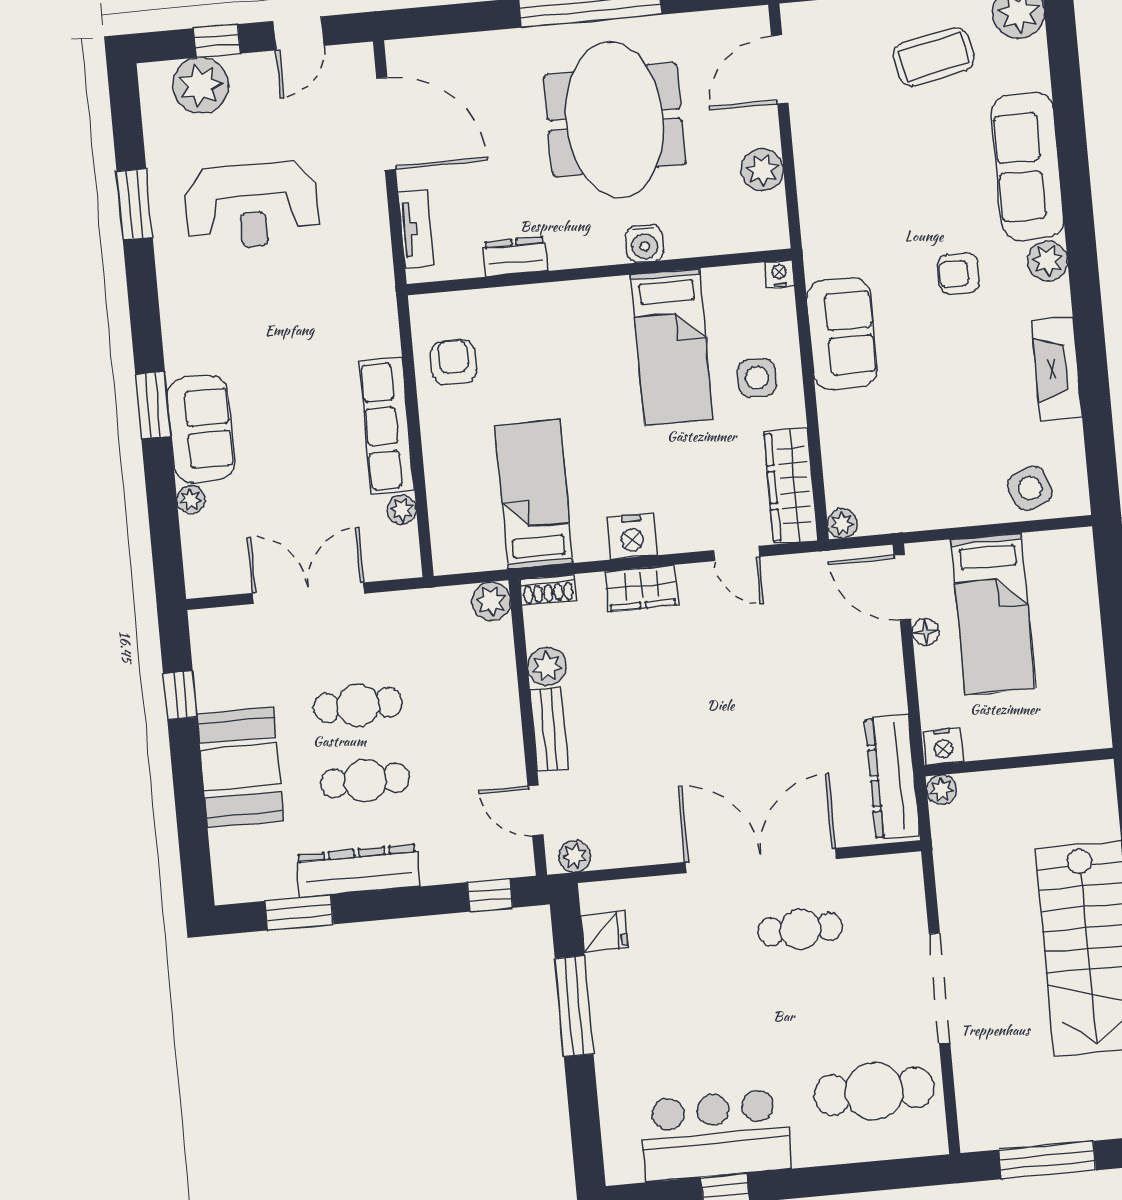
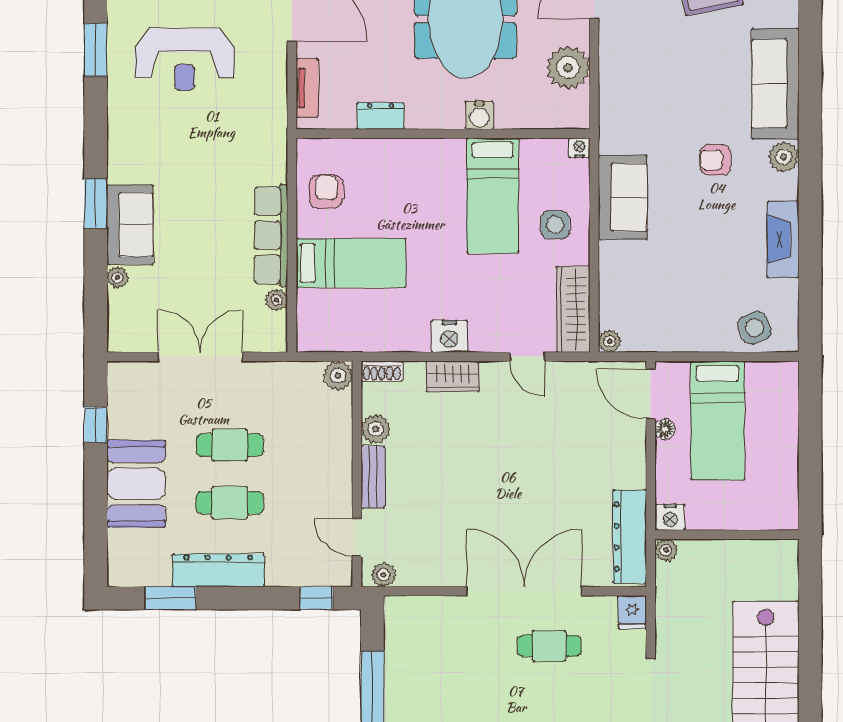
plant: (762, 170) -> (568, 68), width x1.36, depth x1.36
bed: (534, 494) -> (351, 263), moved, turned 90
fridge: (604, 932) -> (632, 612), moved, turned 90

